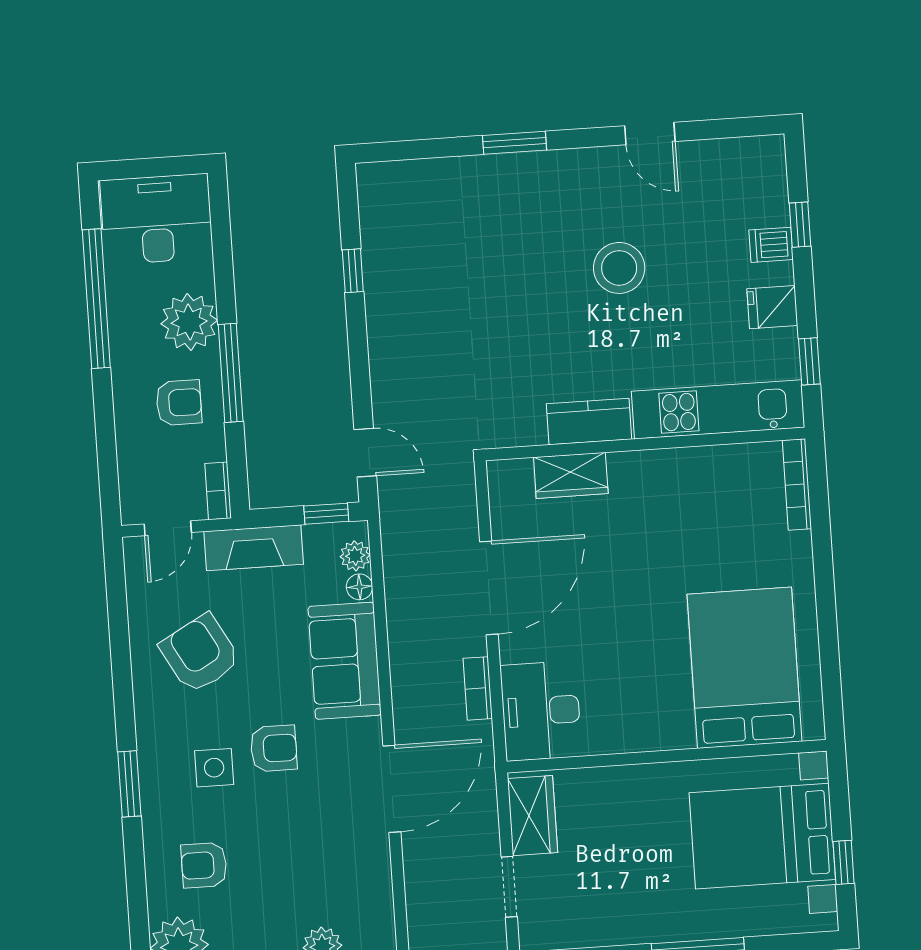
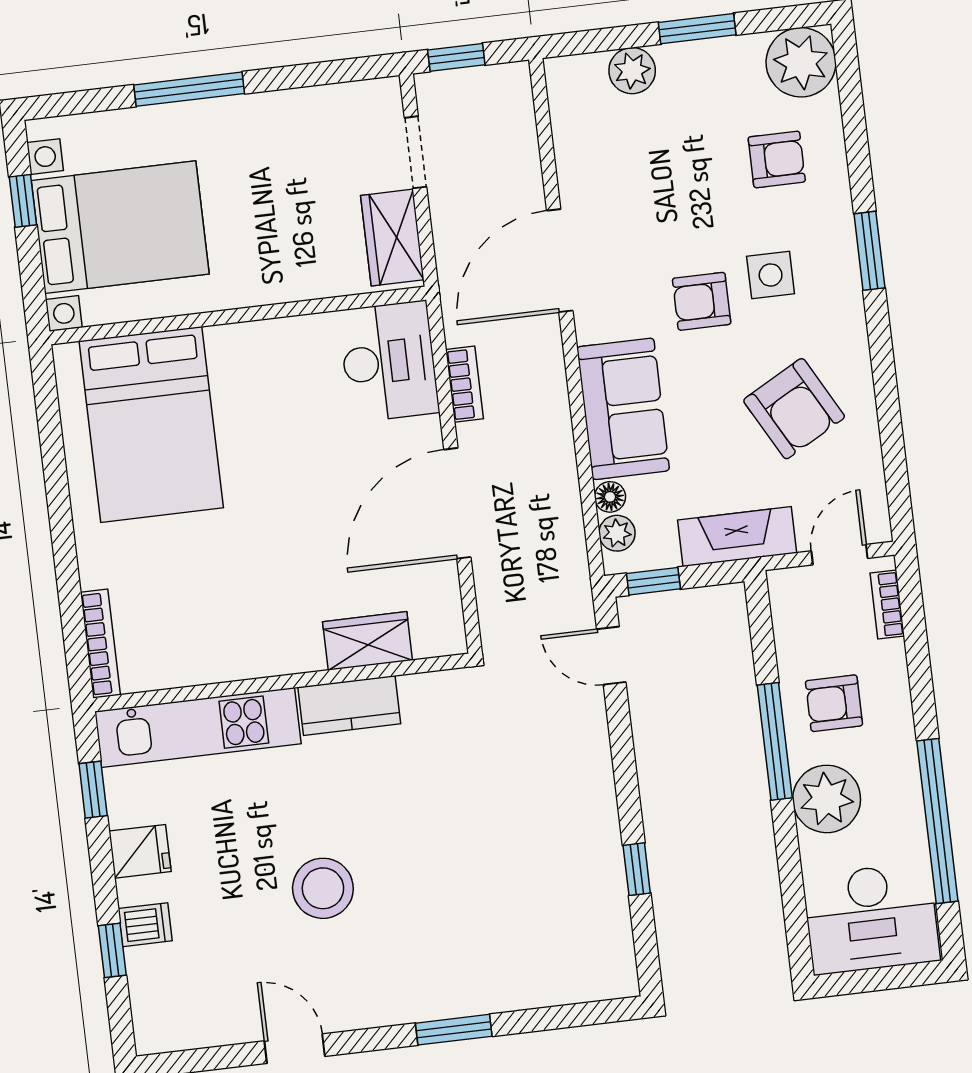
bookcase: (218, 491) -> (887, 605), moved, turned 180

